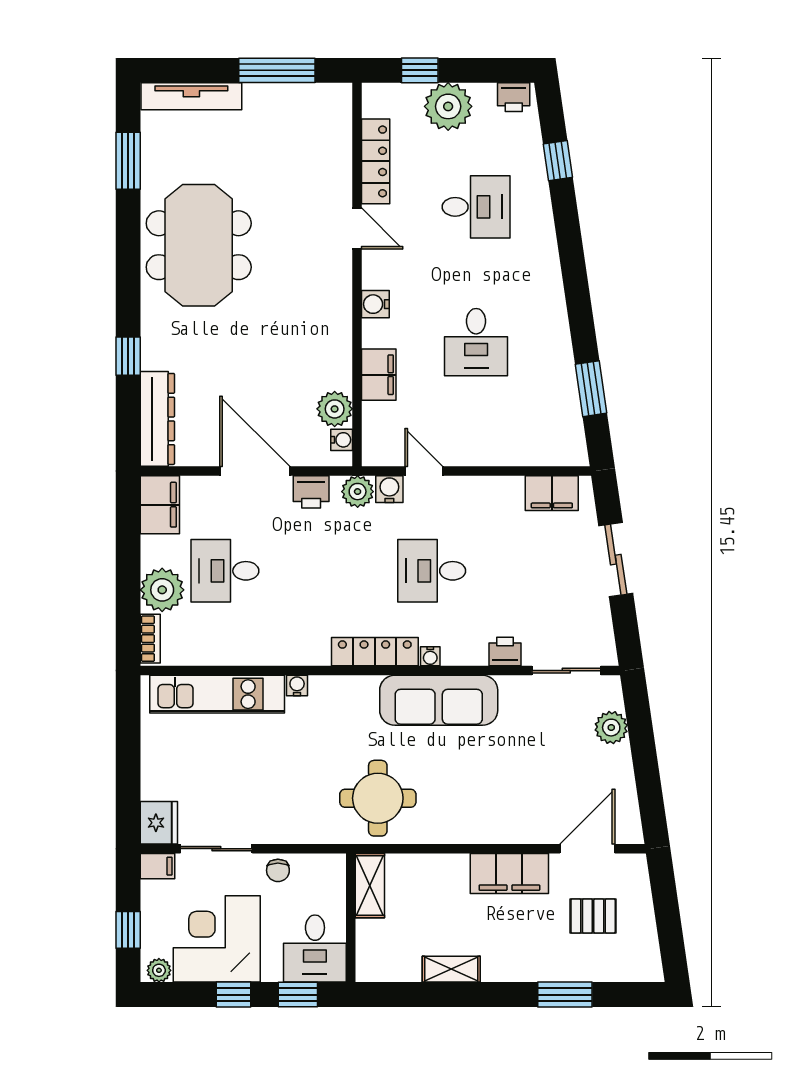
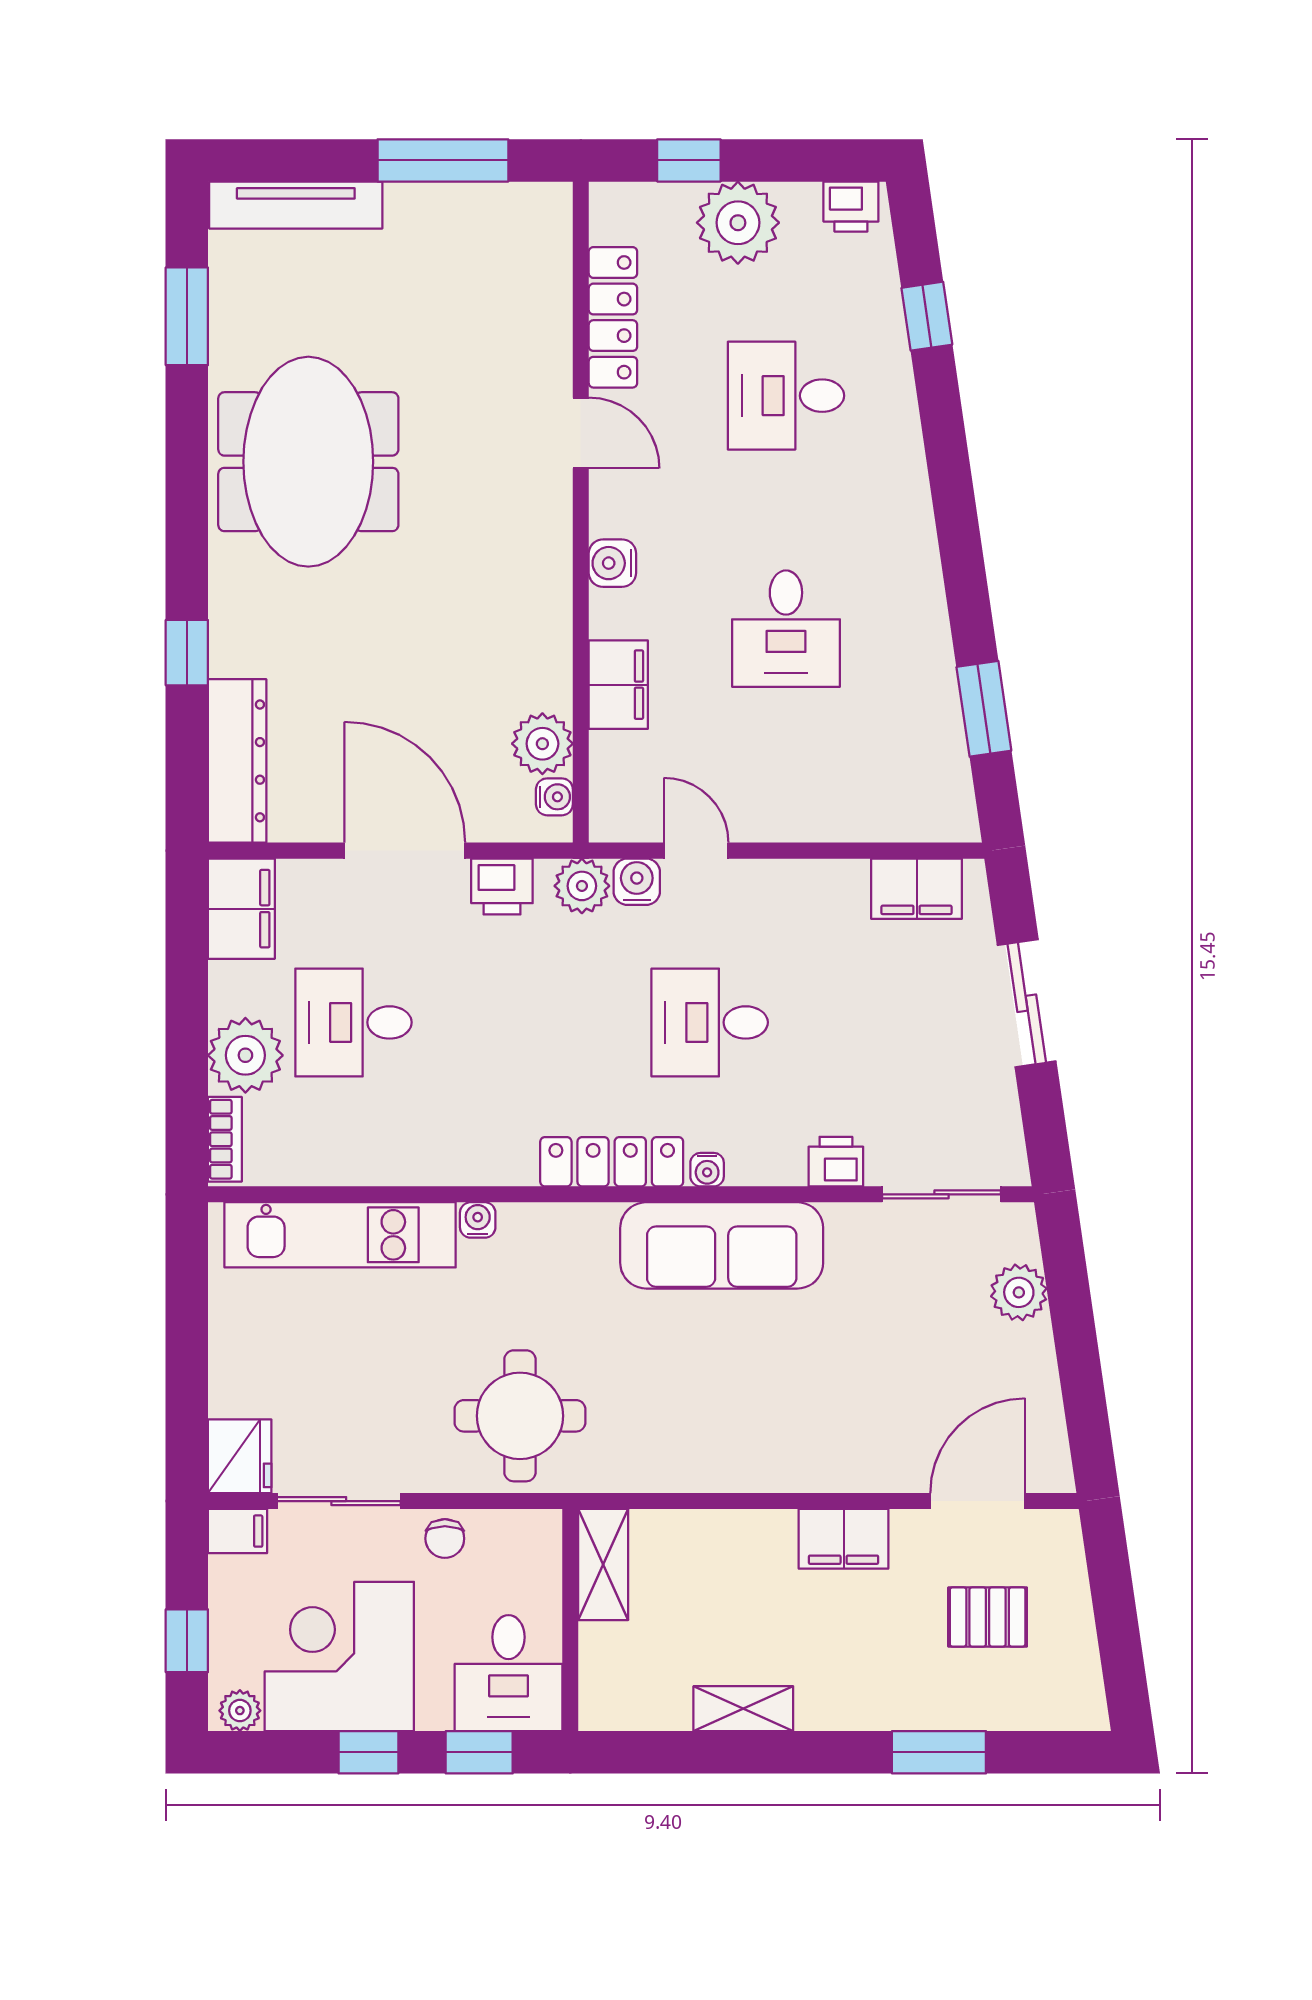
desk: (476, 207) -> (786, 396), turned 180
round table: (378, 798) -> (520, 1416), moved
filing cabinet: (509, 873) -> (844, 1539), width x0.67, depth x0.86

